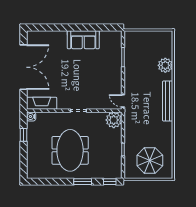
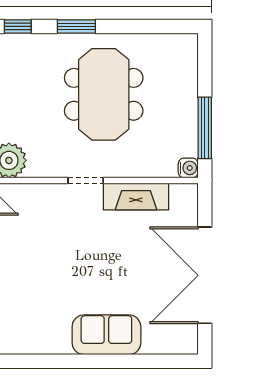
sofa: (83, 40) -> (106, 335), moved
fireplace: (42, 103) -> (136, 197), moved
window: (24, 135) -> (205, 128), width x2.17

